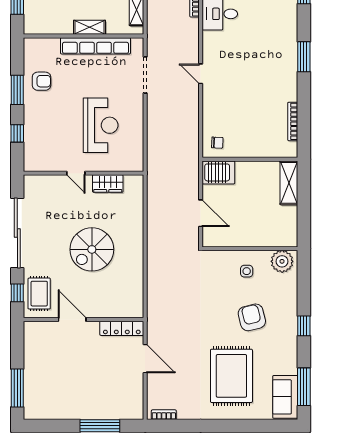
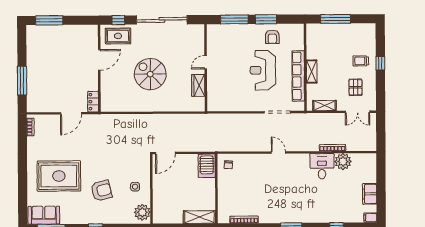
door: (201, 74) -> (278, 152), hinge flipped
reception desk: (101, 125) -> (263, 70), moved, turned 90
window: (17, 133) -> (234, 19), width x2.17
door: (201, 213) -> (165, 153), moved
locker: (122, 328) -> (93, 102), width x0.66

